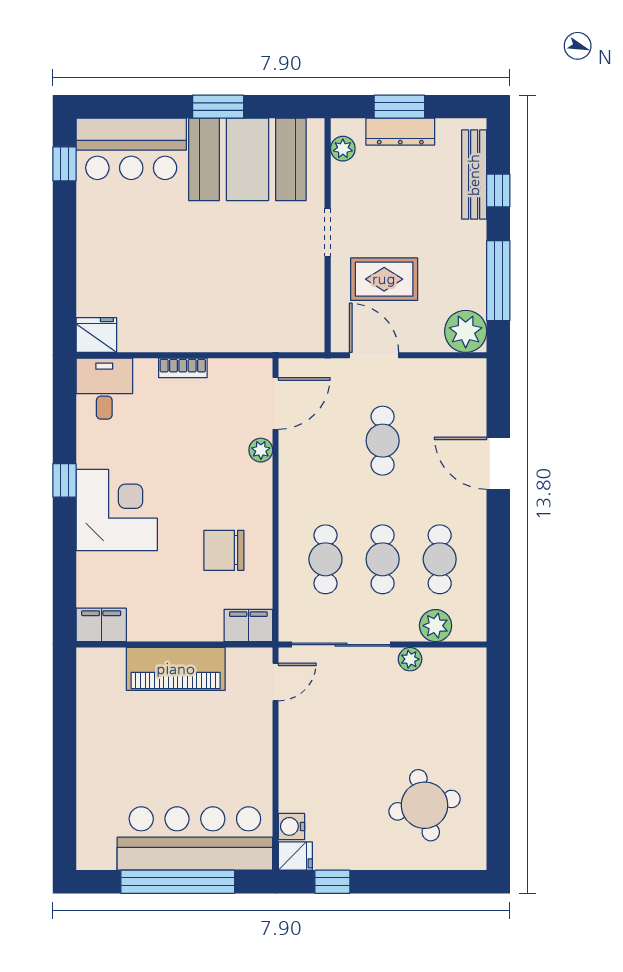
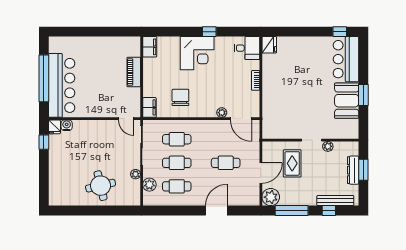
plant: (343, 149) -> (328, 146), moved
booth: (247, 159) -> (347, 101), width x0.73, depth x0.70
door: (374, 355) -> (261, 173), moved
piano: (176, 669) -> (134, 72), width x0.73, depth x0.75
round table: (425, 805) -> (101, 186), moved

